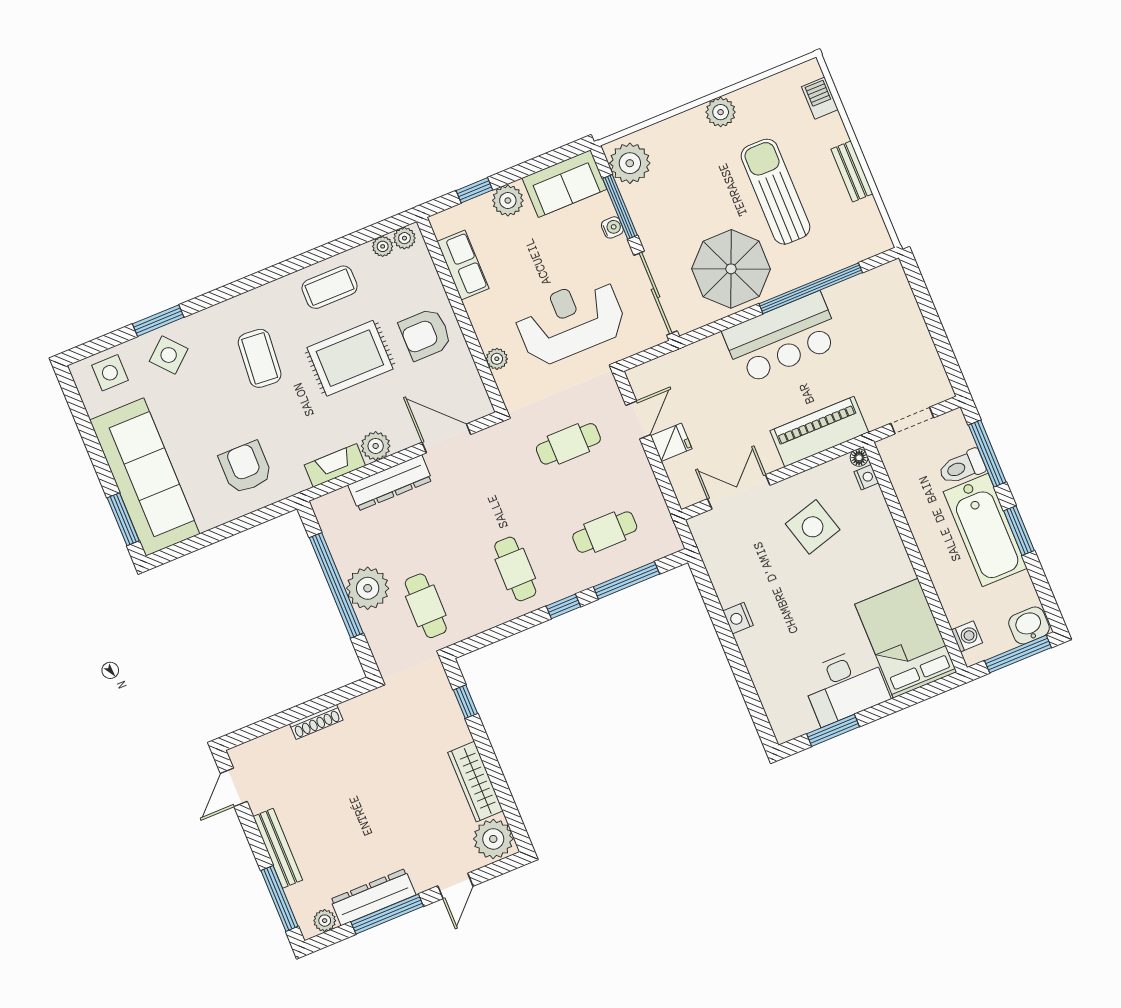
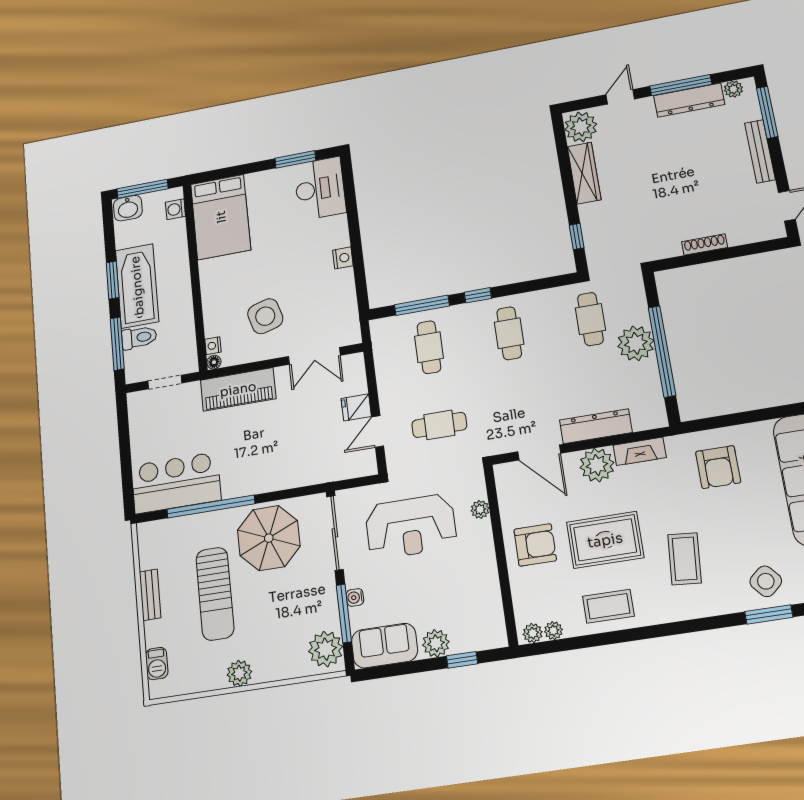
row of seats: (463, 265) -> (488, 597), removed
bar counter: (782, 338) -> (176, 483), moved
plant: (376, 446) -> (597, 465), width x1.36, depth x1.36
cafe table: (605, 532) -> (429, 347), turned 90
desk: (845, 686) -> (320, 189), moved, turned 90

